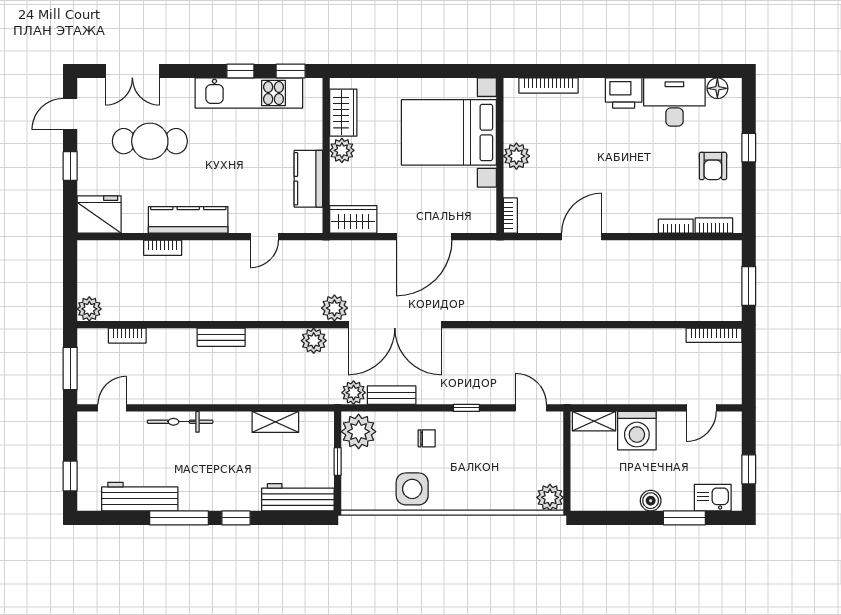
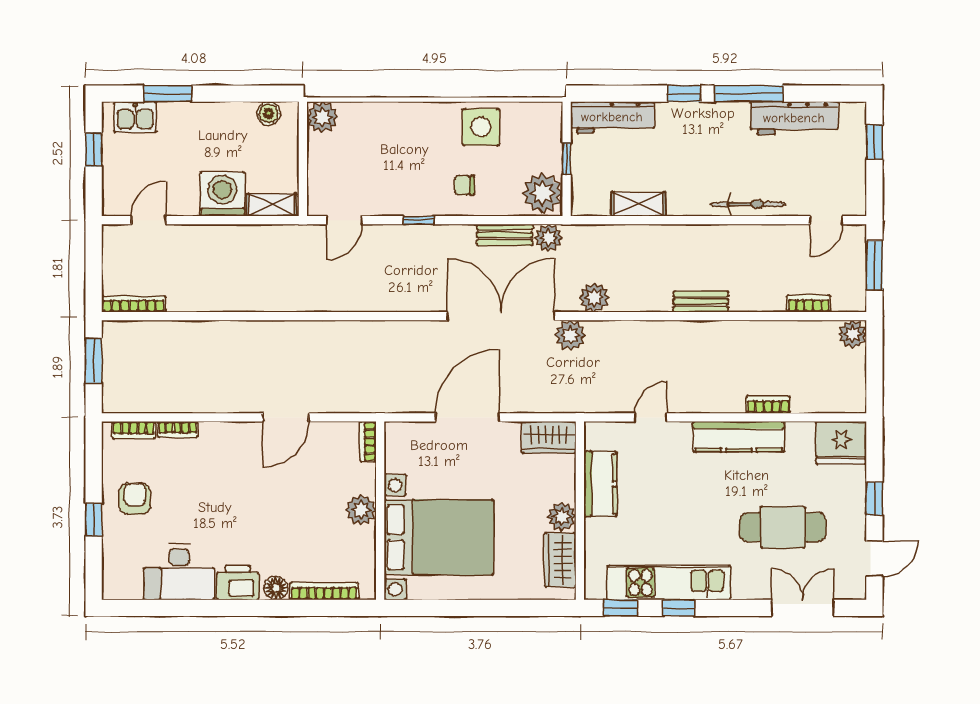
floor lamp: (717, 88) -> (276, 588), moved
door: (531, 408) -> (344, 220), hinge flipped
boiler: (651, 501) -> (269, 114), moved

